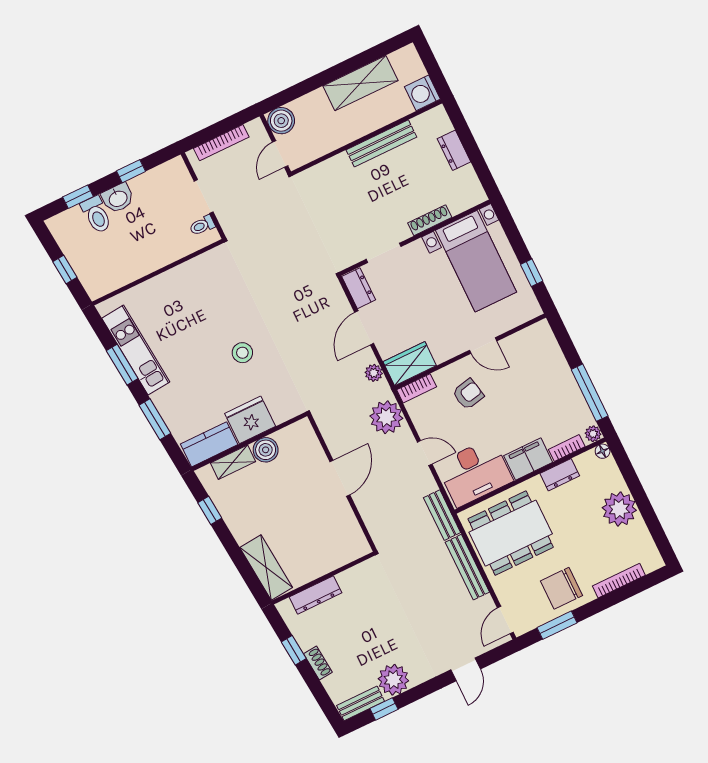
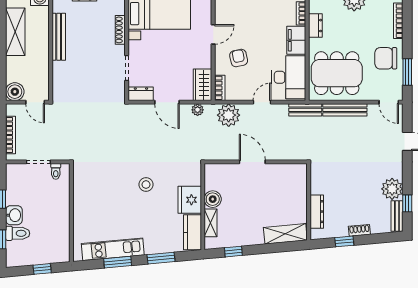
dining table: (511, 533) -> (337, 73), turned 90
chair: (561, 588) -> (386, 58), turned 90

